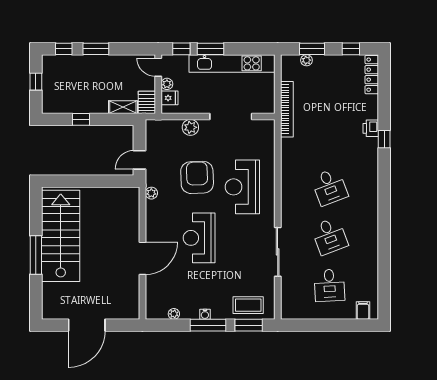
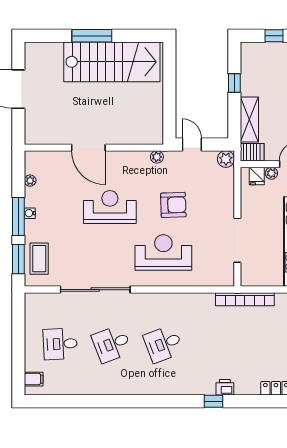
shelving: (123, 107) -> (249, 120), width x1.50, depth x1.33
plant: (190, 127) -> (226, 159), moved
armchair: (197, 177) -> (173, 205), width x0.73, depth x0.73
sliding door: (278, 252) -> (95, 290), width x1.36

